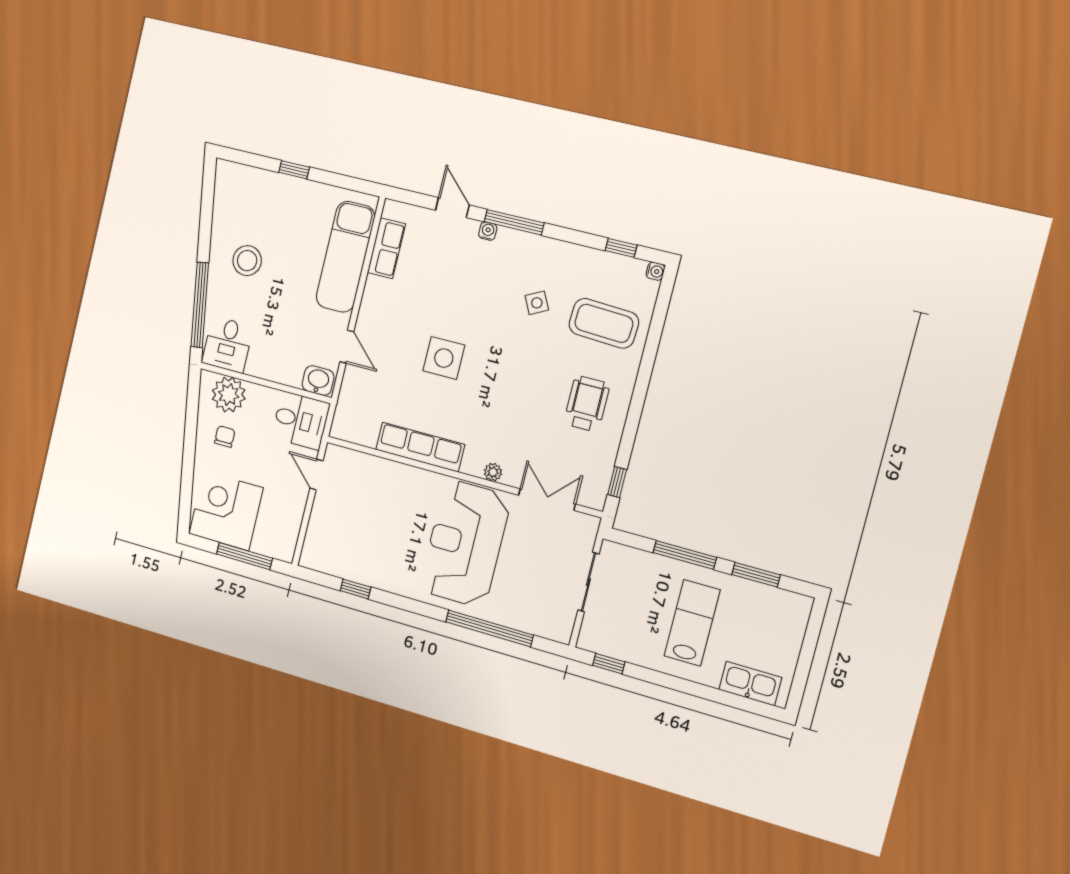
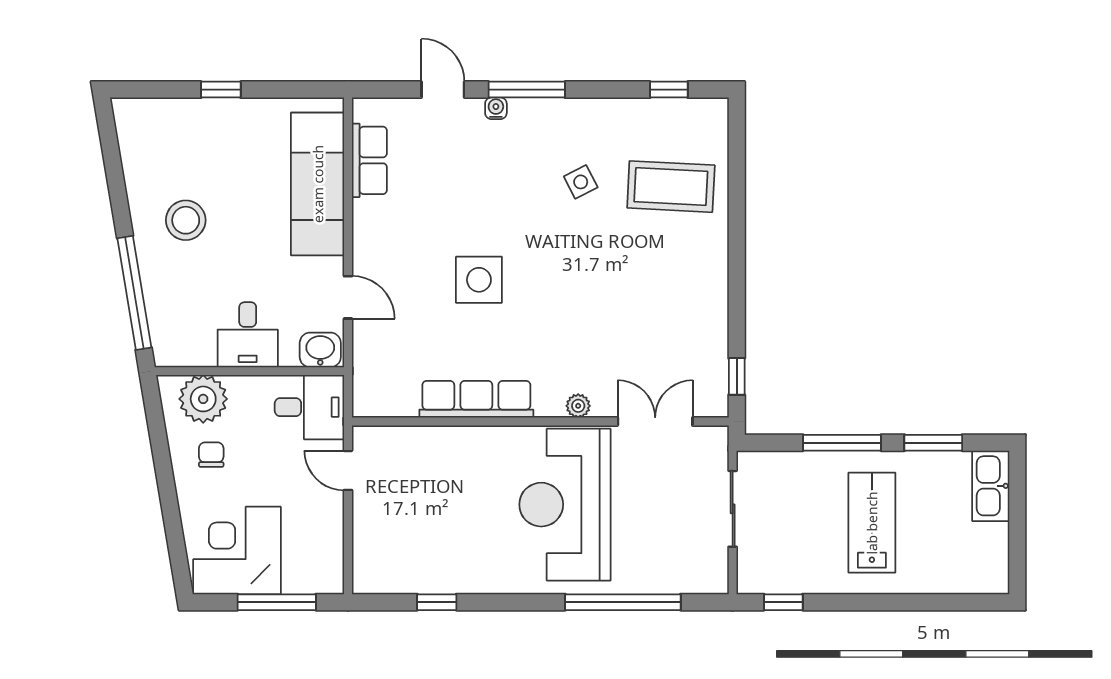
water cooler: (655, 271) -> (718, 108), removed
desk: (227, 345) -> (248, 335), moved
wheelchair: (587, 404) -> (675, 290), removed
kitchen sink: (750, 683) -> (991, 486), moved, turned -90

